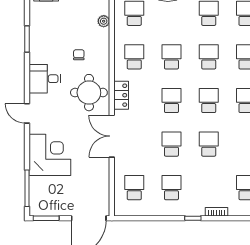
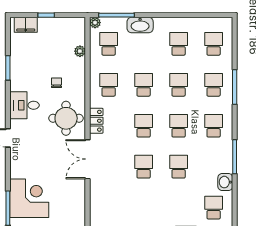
corner desk: (50, 155) -> (29, 198), moved
school desk: (134, 188) -> (109, 208), removed
school desk: (171, 188) -> (144, 208), removed

